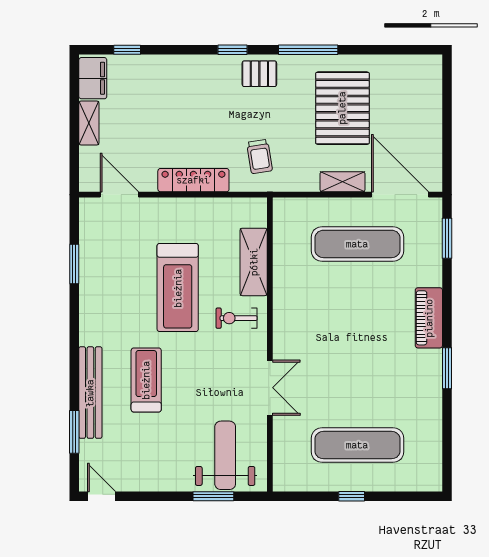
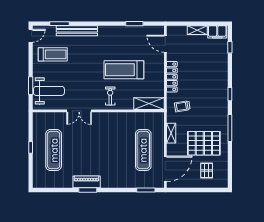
pallet: (259, 74) -> (207, 170), moved
shelving: (343, 182) -> (171, 133), moved
door: (119, 195) -> (165, 44), swing flipped
shelving: (254, 262) -> (149, 104), moved
piano: (429, 318) -> (87, 182), moved
treadmill: (146, 380) -> (53, 54), moved

